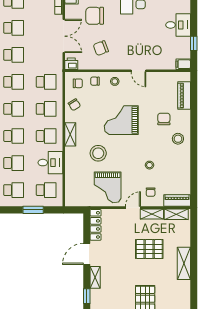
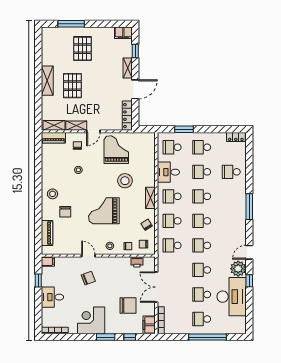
chair: (101, 48) -> (88, 278), moved
printer: (71, 64) -> (137, 262), moved
grand piano: (121, 120) -> (104, 211), turned 180
pallet: (149, 249) -> (72, 86), moved, turned 90

